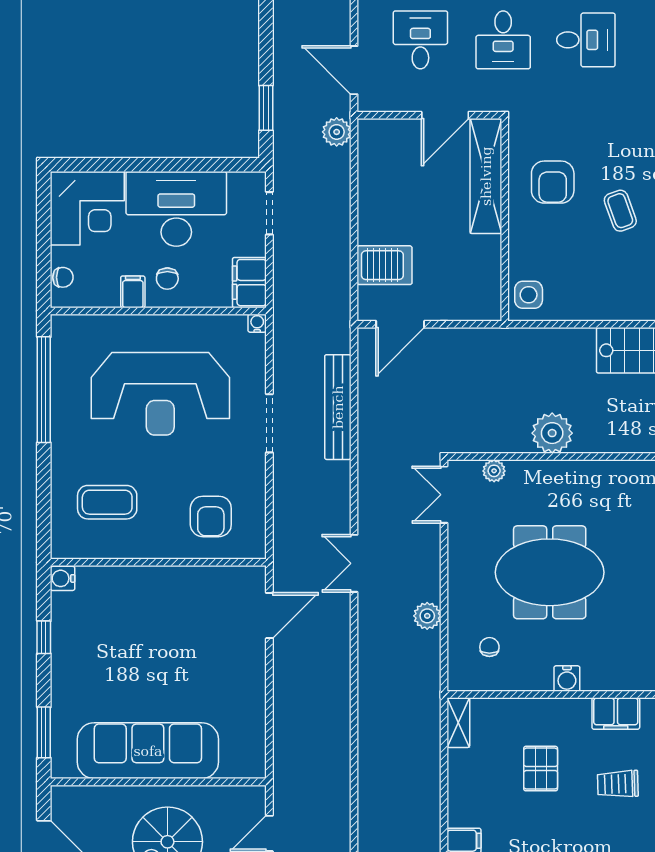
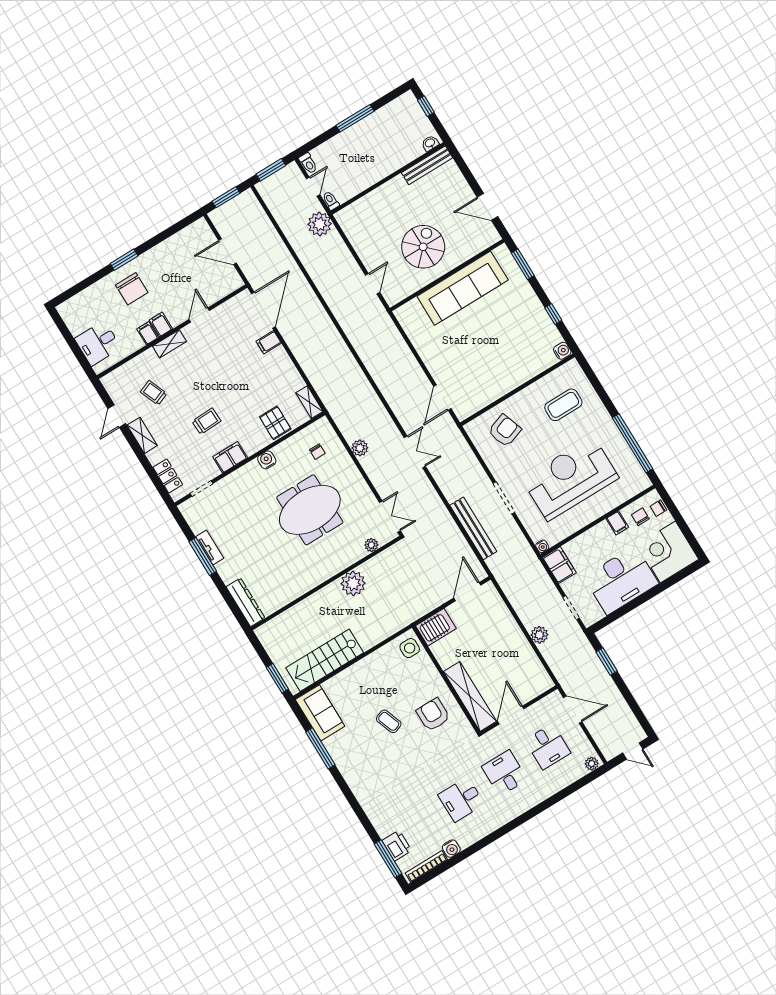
plant: (337, 132) -> (539, 635), moved
server rack: (385, 265) -> (436, 627), moved, turned 180
chair: (167, 279) -> (640, 517), moved
armchair: (211, 516) -> (505, 431), turned 71
pallet: (541, 769) -> (275, 423), moved

